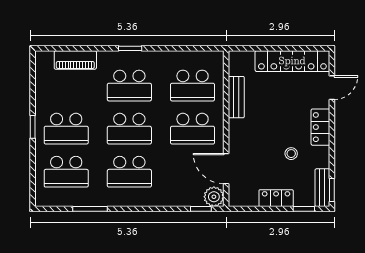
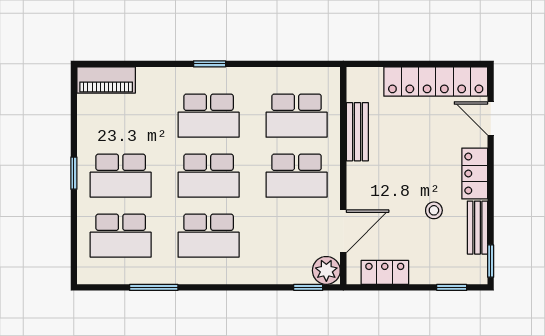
piano: (75, 60) -> (106, 80), moved
door: (332, 88) -> (491, 118), swing flipped
door: (226, 169) -> (343, 231), swing flipped
bench: (322, 188) -> (477, 228), moved
locker: (276, 198) -> (385, 272), moved

